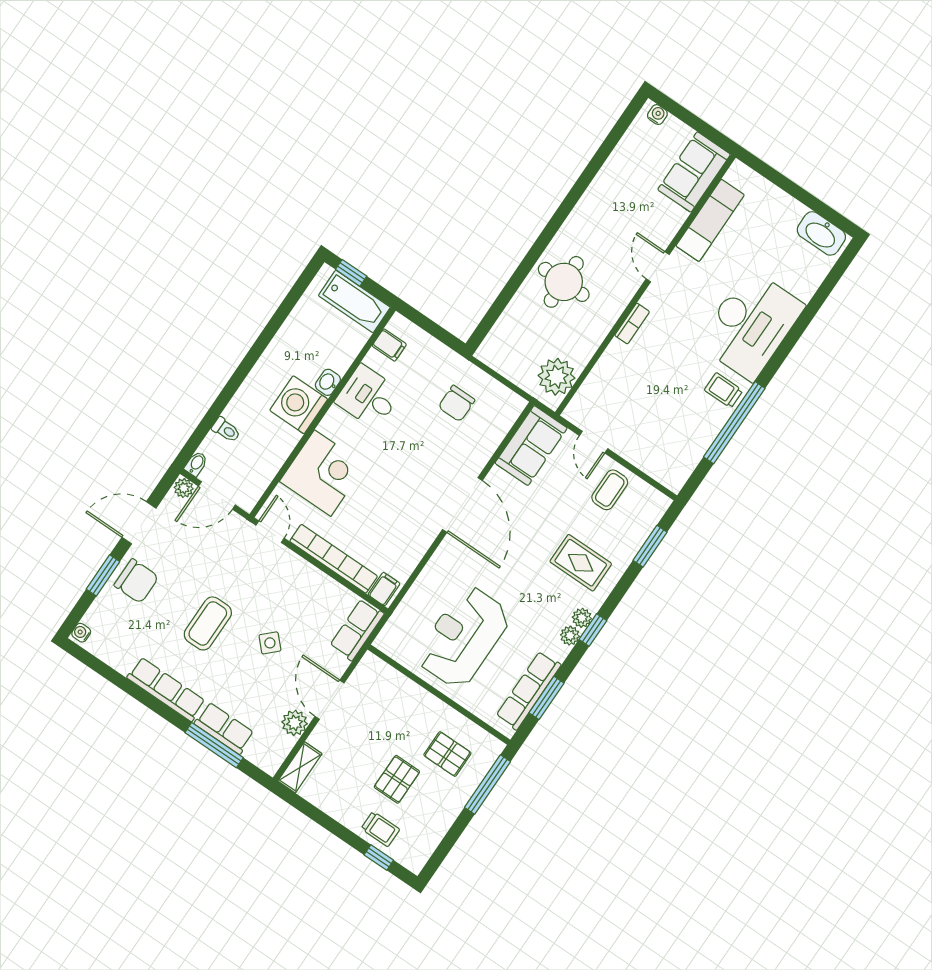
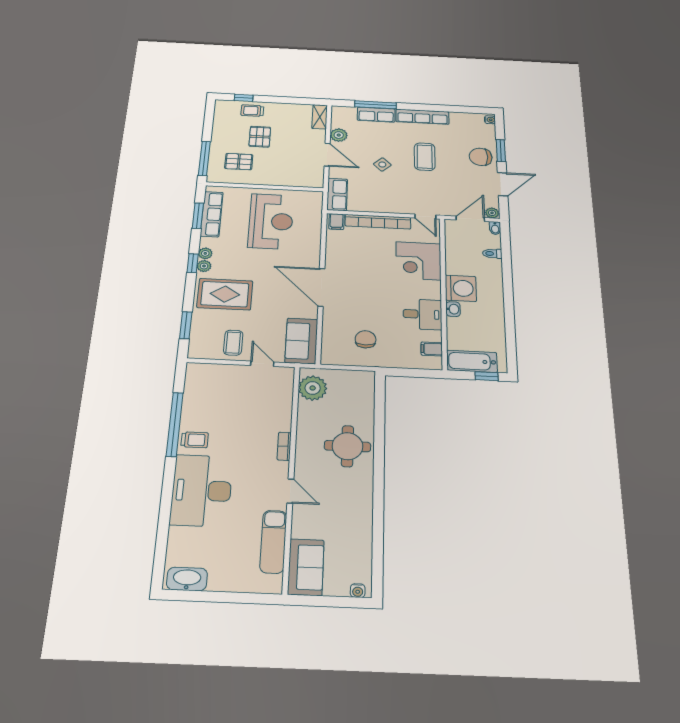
rug: (581, 563) -> (225, 294), width x1.36, depth x1.43

